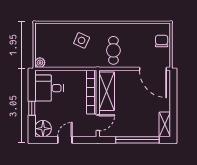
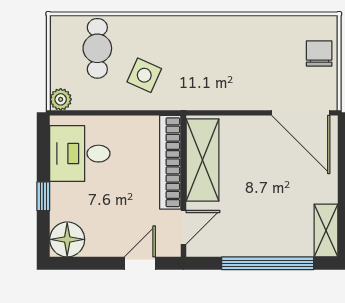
side table: (82, 40) -> (144, 75), moved
cafe table: (113, 50) -> (97, 48), moved
door: (65, 140) -> (140, 263), moved

